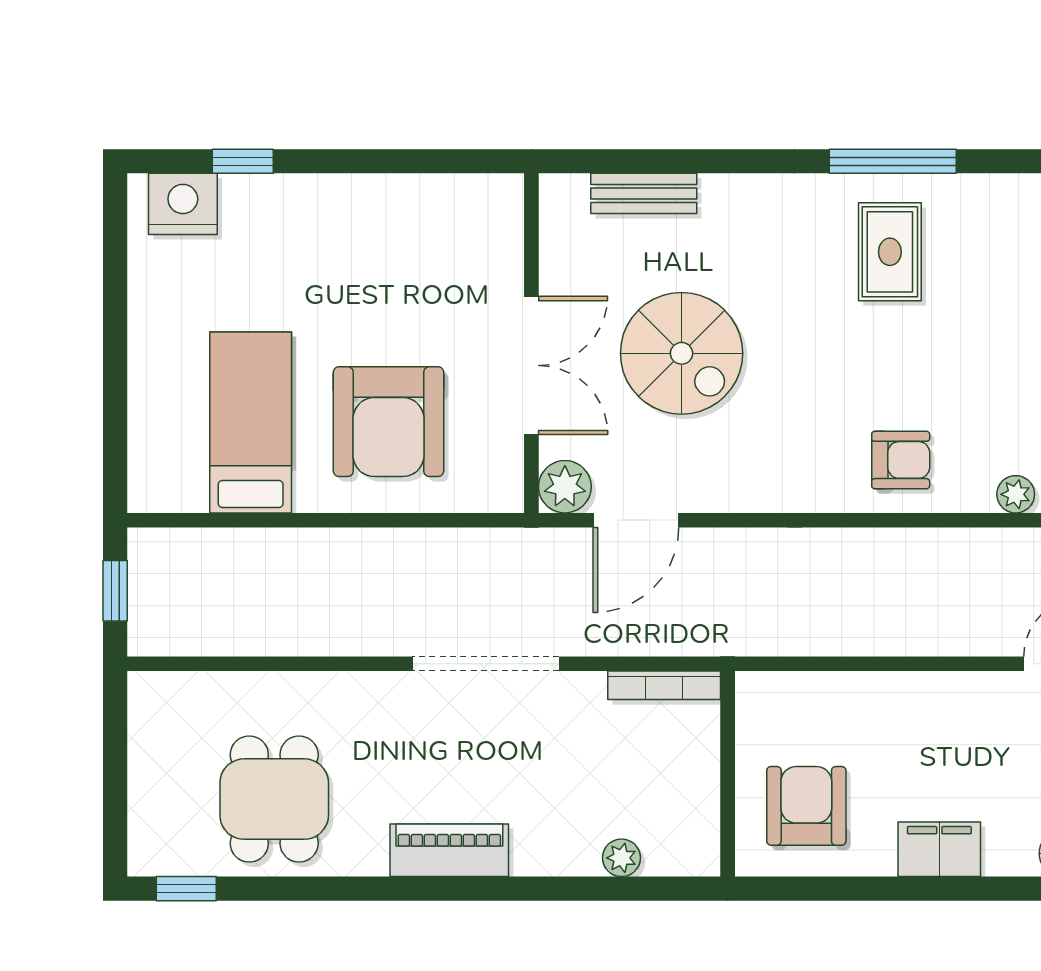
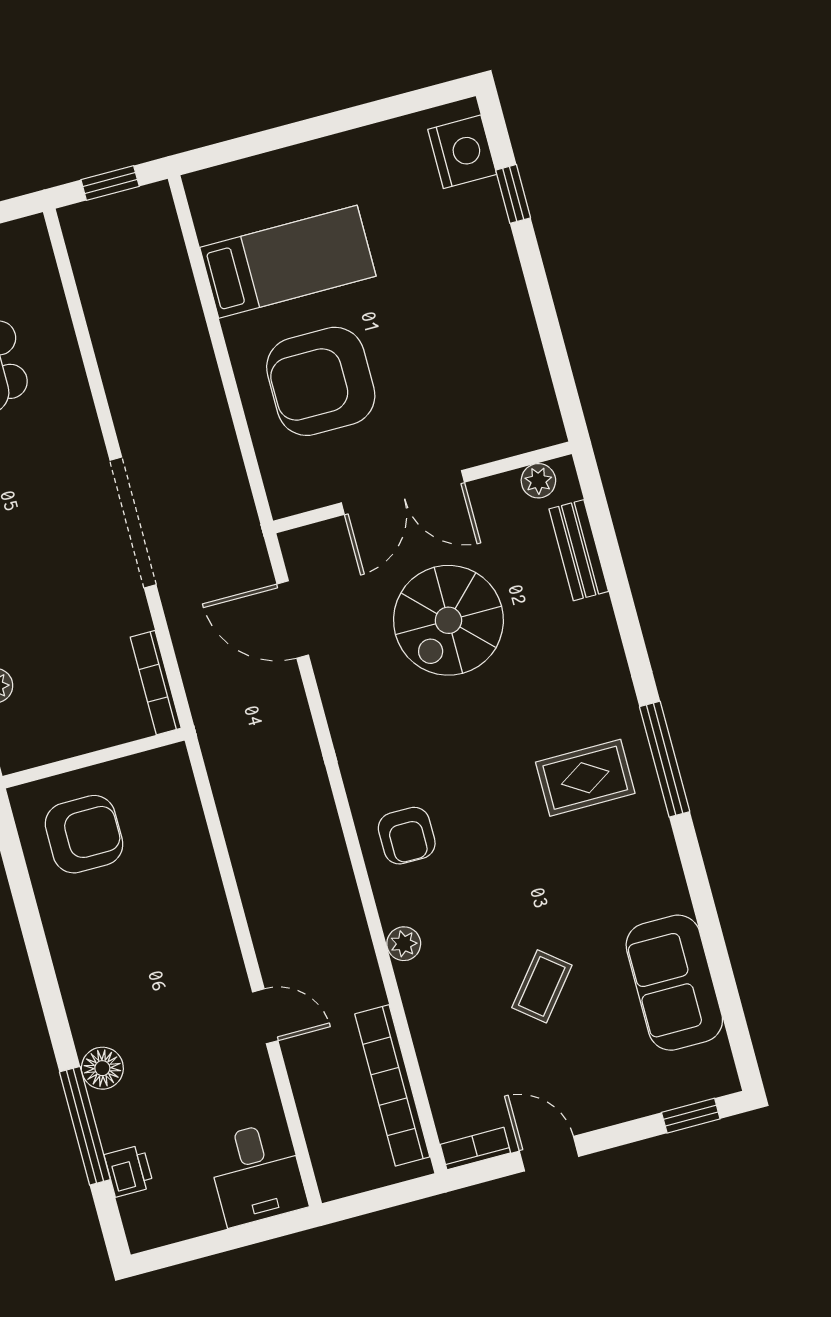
plant: (565, 487) -> (538, 481), moved, width x0.73, depth x0.73
filing cabinet: (939, 849) -> (77, 960), removed

